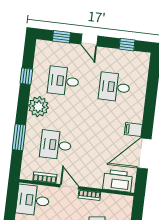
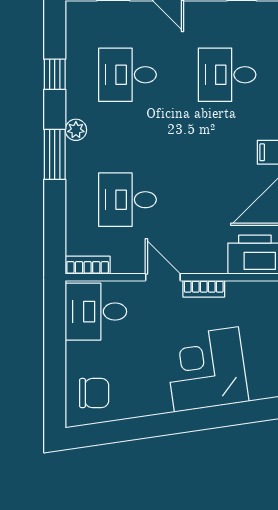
plant: (38, 107) -> (76, 130), width x0.53, depth x0.53
window: (19, 137) -> (55, 154), moved
bookcase: (45, 178) -> (88, 265), moved

